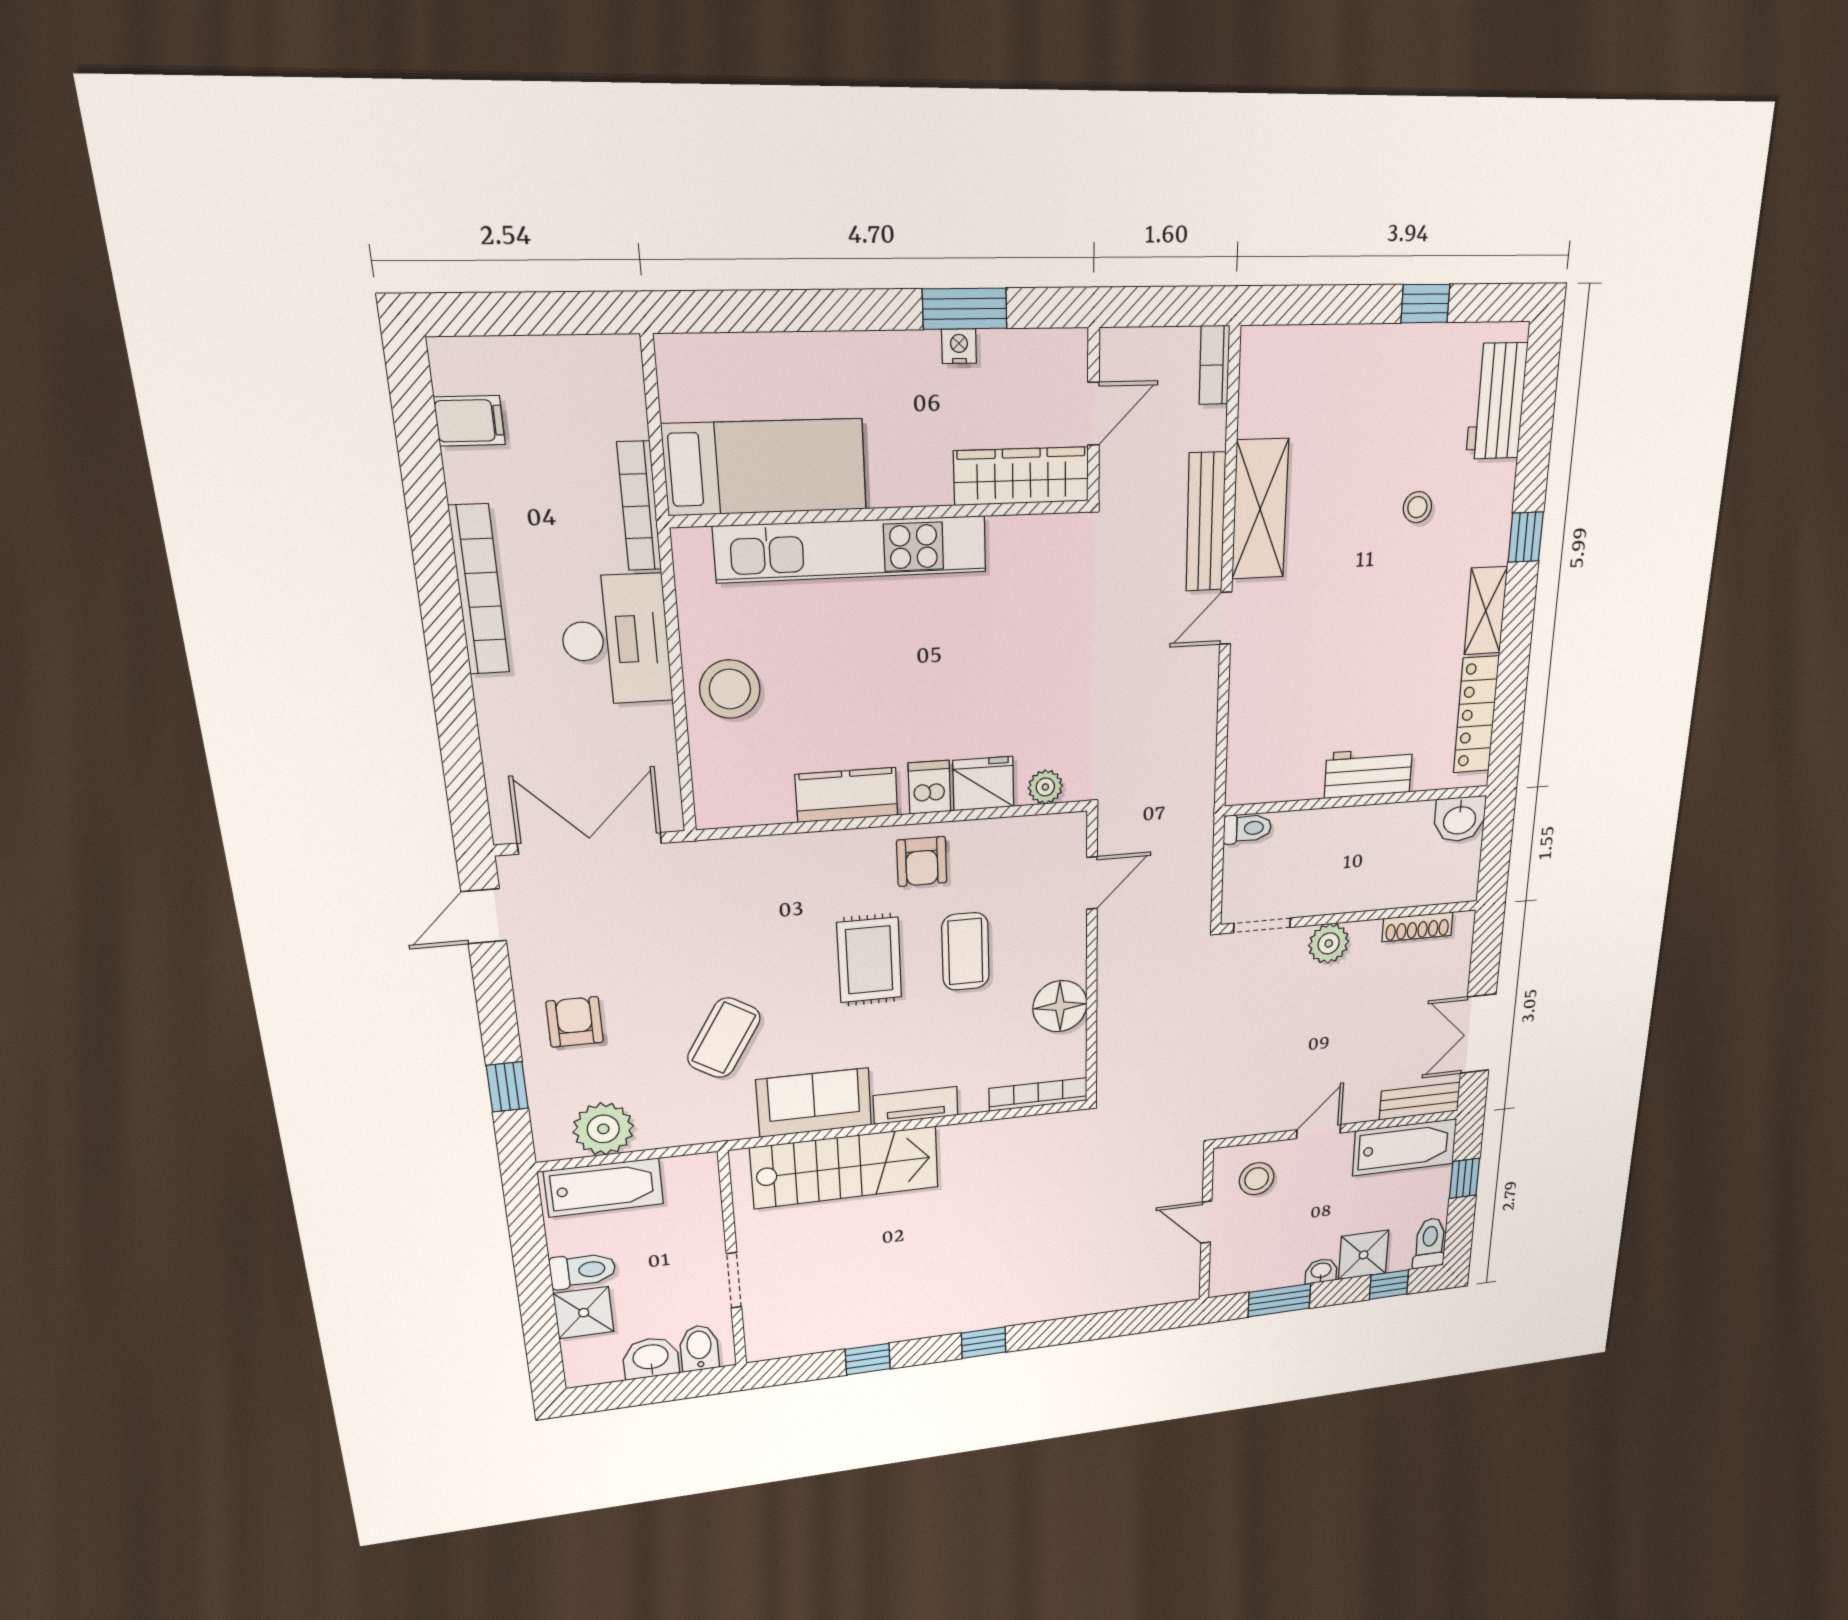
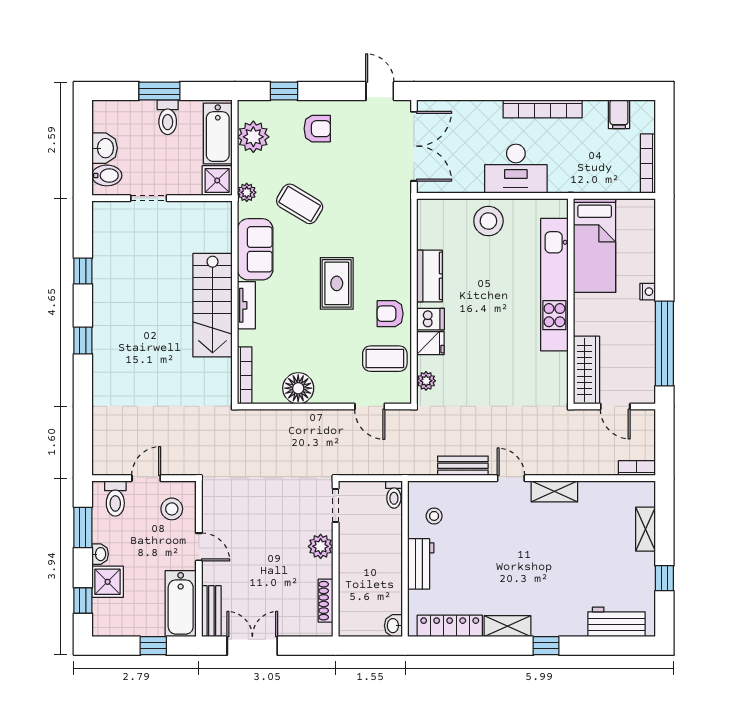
window: (965, 309) -> (664, 343), width x2.11
shelving: (1332, 345) -> (646, 529), added
nightstand: (959, 346) -> (648, 292), moved
bookcase: (639, 506) -> (648, 164), moved, turned -90
stool: (1417, 507) -> (434, 516), moved
shelving: (1260, 509) -> (554, 491), width x0.67, depth x0.75
bench: (1206, 522) -> (463, 466), moved, width x0.73
fridge: (983, 784) -> (430, 343), width x0.72
washbasin: (1460, 819) -> (393, 626), width x0.72, depth x0.69
coffee table: (965, 952) -> (385, 359), moved
rug: (869, 960) -> (337, 283), turned 90
plant: (710, 1128) -> (247, 192), added
stairs: (845, 1167) -> (213, 305), moved
toilet: (1430, 1243) -> (115, 498), moved, turned 90
window: (535, 1289) -> (159, 91), added
shower: (584, 1313) -> (217, 181), moved

